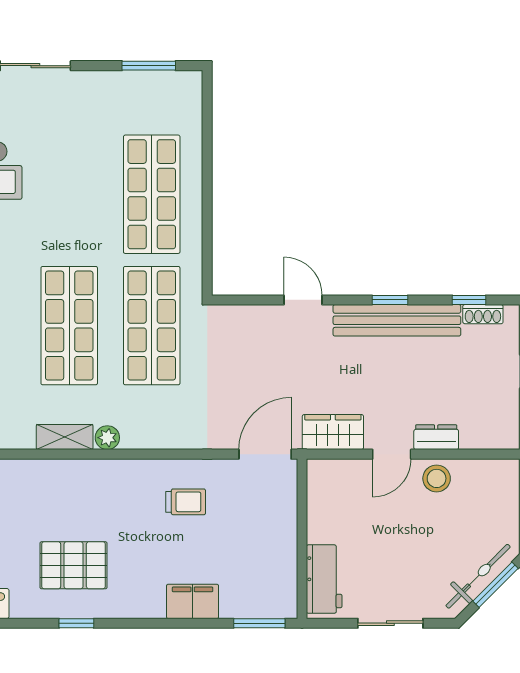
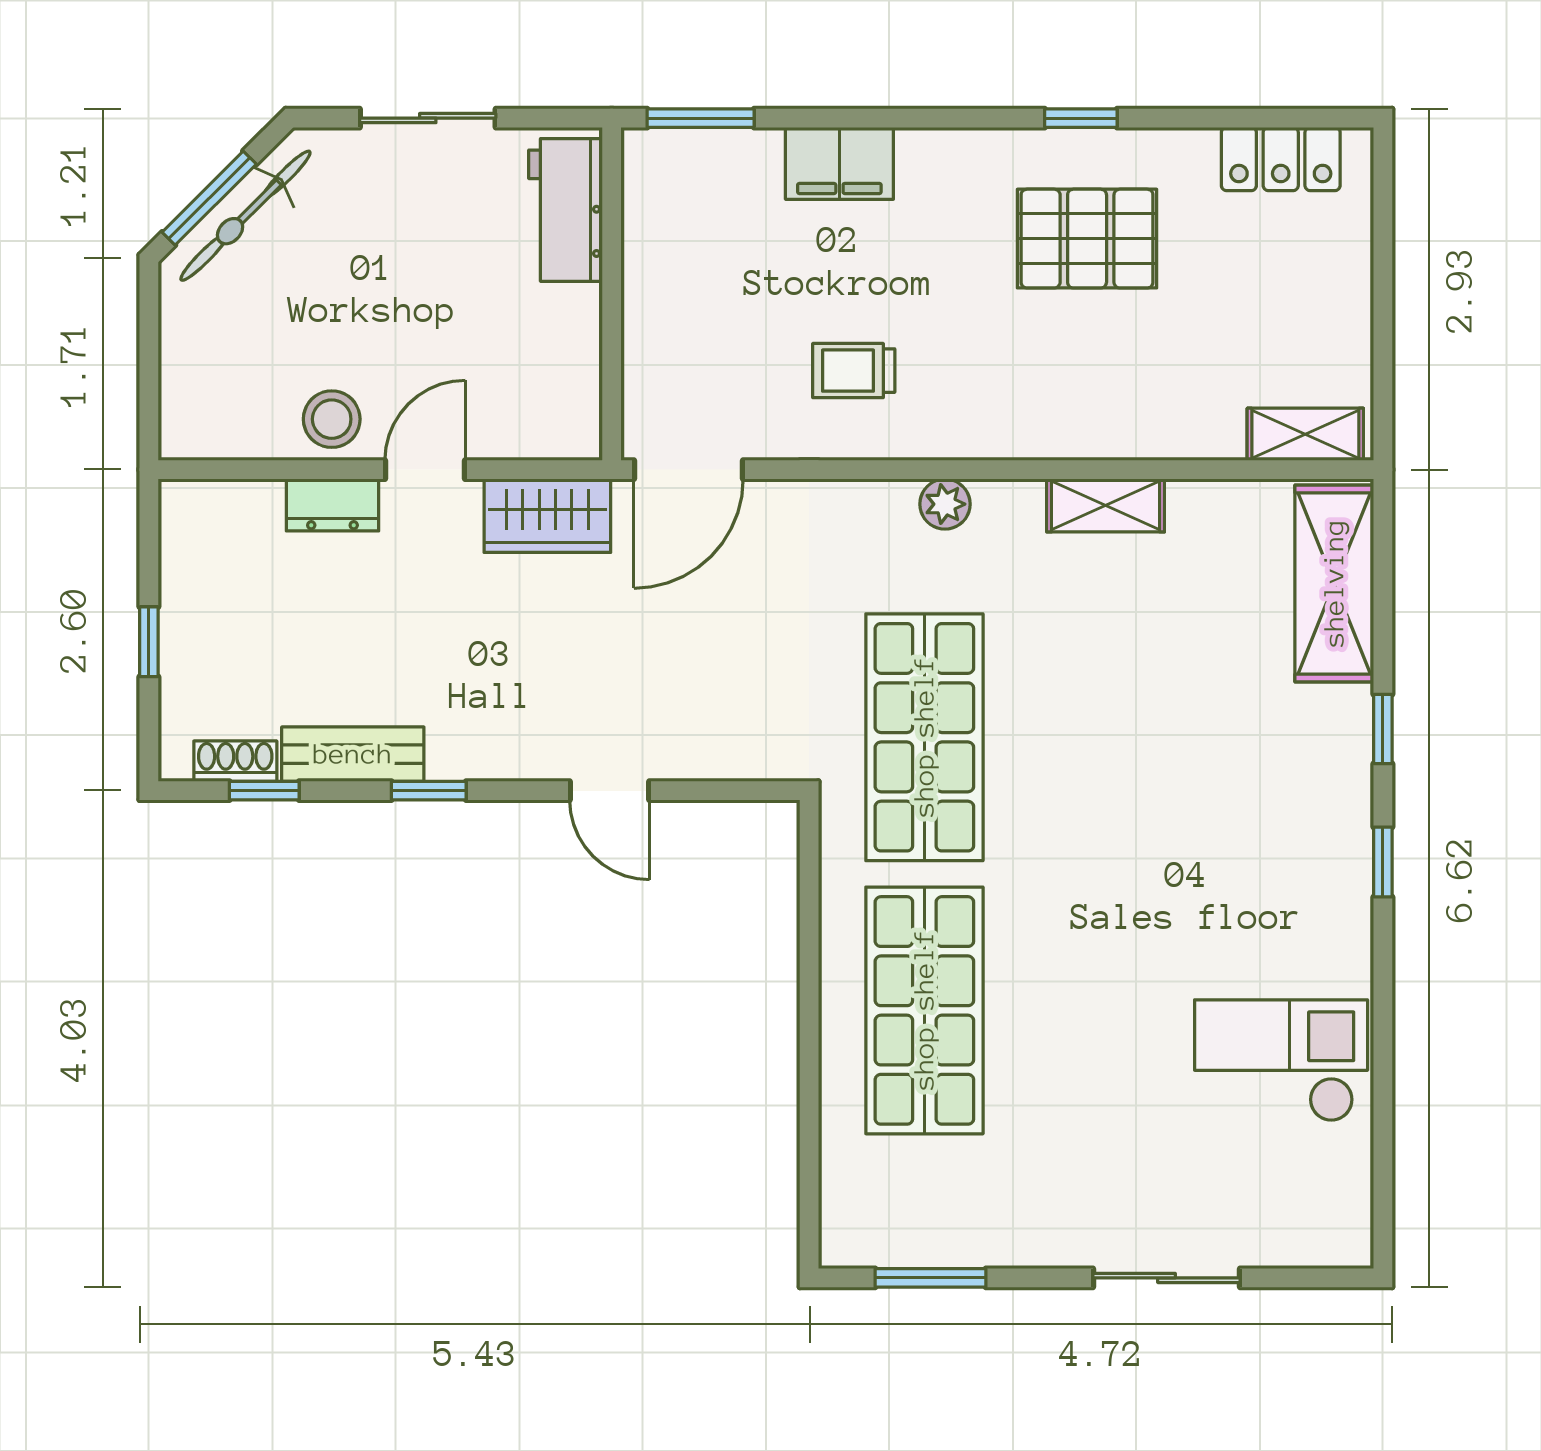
bench: (397, 320) -> (353, 754), width x0.54, depth x0.82
shop shelf: (69, 326) -> (1096, 737), removed
plant: (107, 438) -> (945, 504), moved

